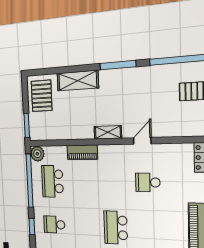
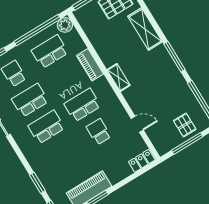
door: (142, 141) -> (137, 124), moved
school desk: (114, 182) -> (82, 105), added
school desk: (84, 226) -> (30, 100), added

